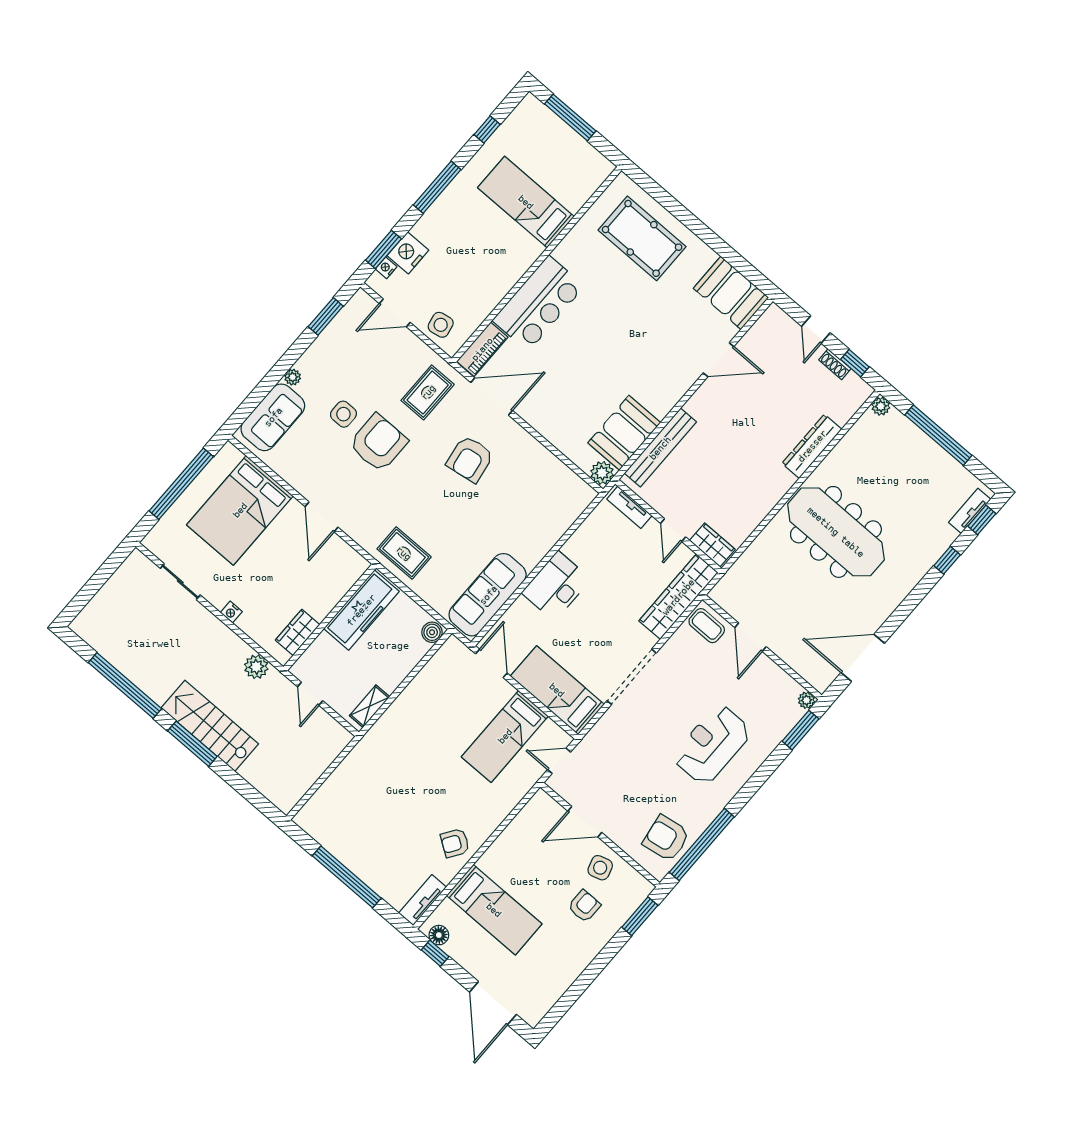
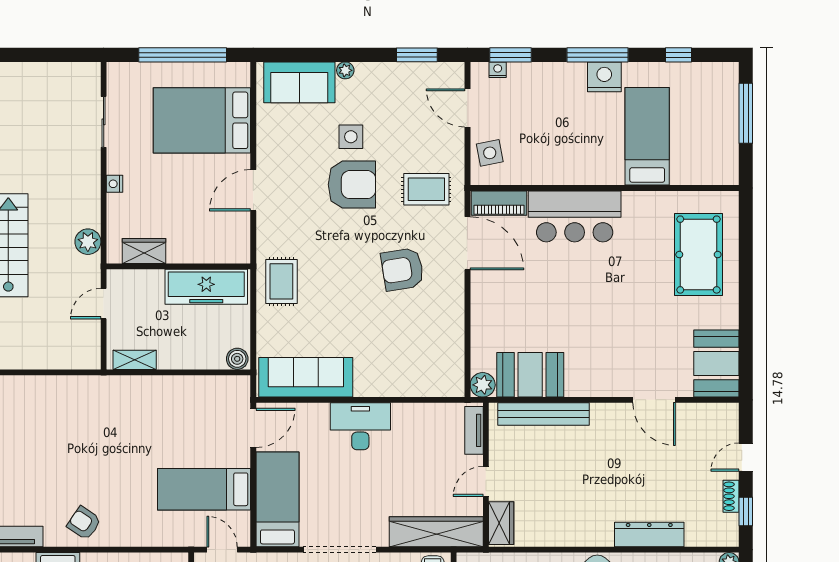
nightstand: (408, 253) -> (604, 77), moved

